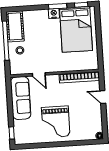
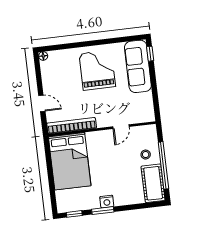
bed: (76, 29) -> (70, 161), moved, turned 180
door: (39, 74) -> (121, 127), swing flipped
sofa: (21, 98) -> (138, 66), moved

